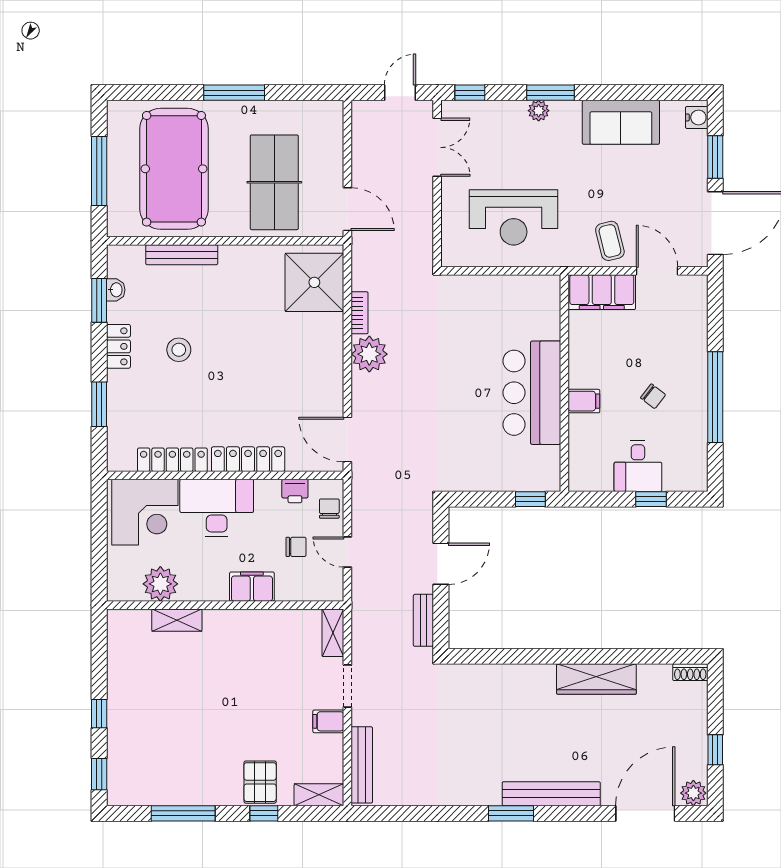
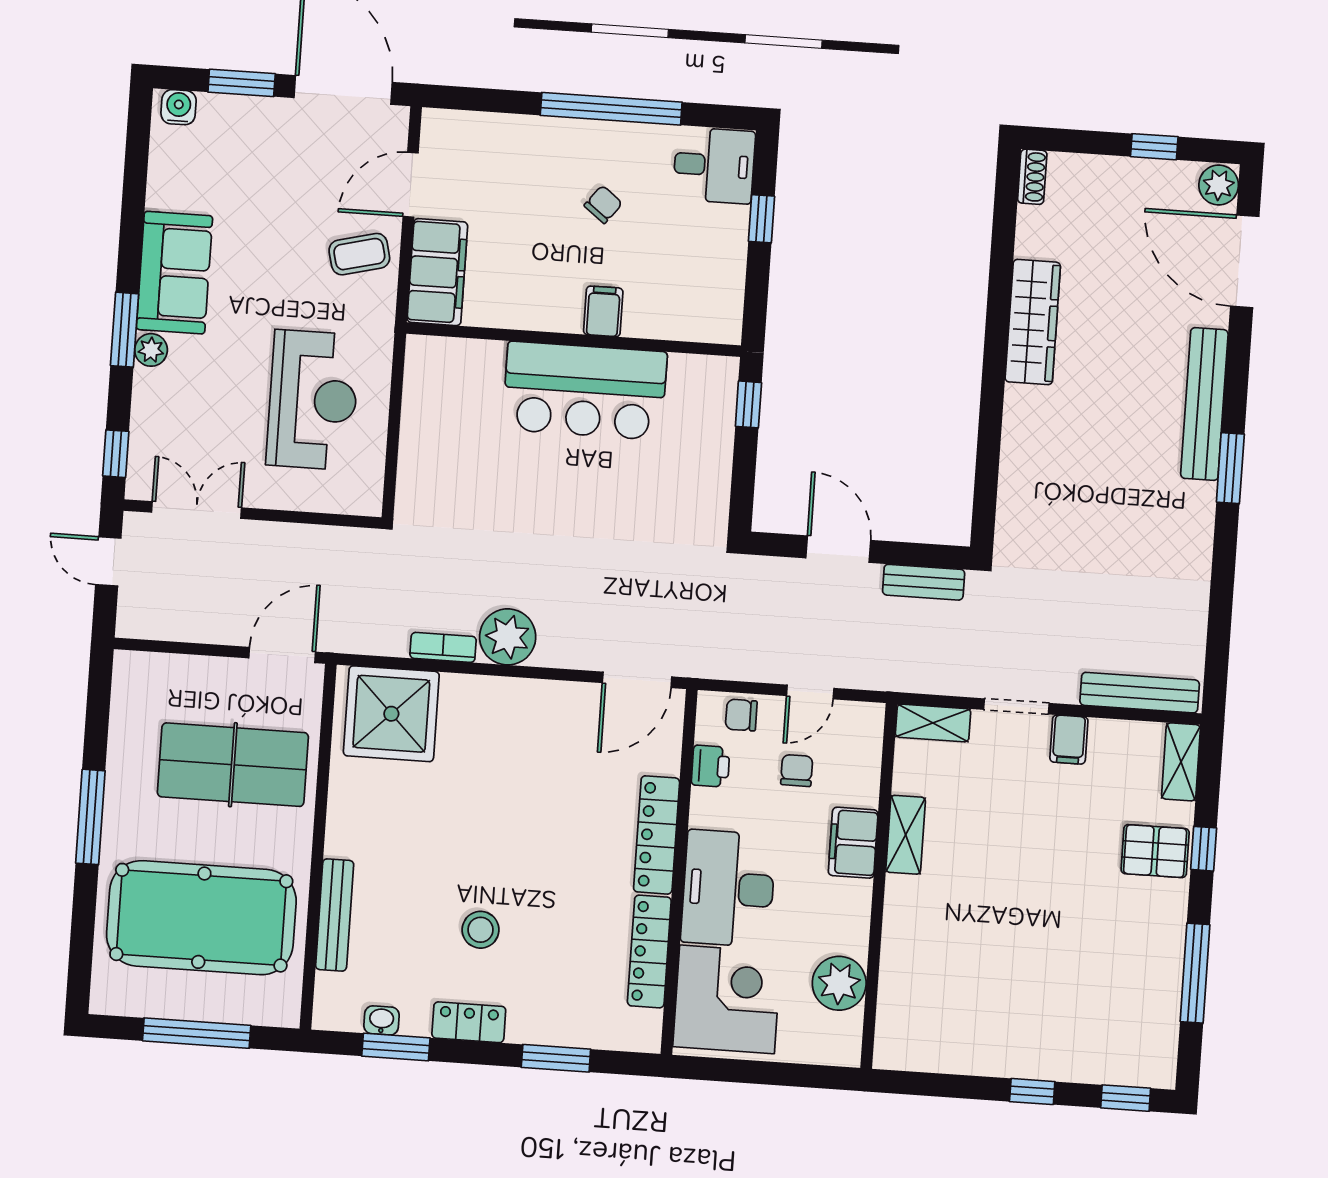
sofa: (621, 122) -> (174, 273), moved
desk: (638, 466) -> (714, 165), moved
shelving: (177, 620) -> (906, 835), moved

